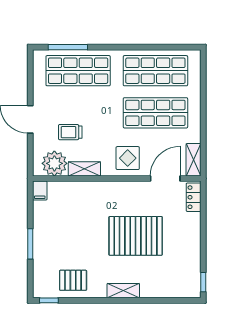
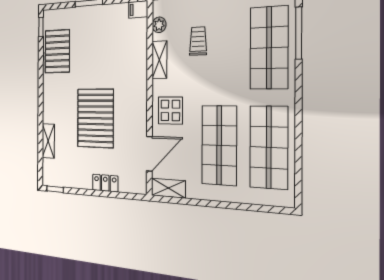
plant: (54, 163) -> (159, 25), width x0.53, depth x0.53
door: (165, 179) -> (149, 154), hinge flipped
locker: (194, 197) -> (105, 183), moved
pallet: (73, 280) -> (57, 51), width x1.50, depth x1.42
shelving: (123, 291) -> (48, 141), moved

